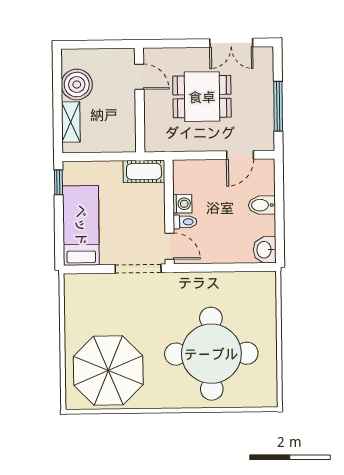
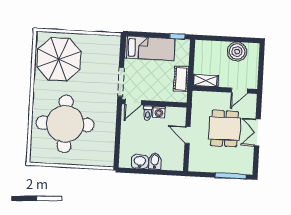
double door: (231, 43) -> (257, 132), moved
window: (278, 106) -> (231, 176), moved
shelving: (71, 122) -> (206, 81), moved
door: (240, 155) -> (188, 135), moved
cot: (144, 171) -> (181, 79), moved
washbasin: (265, 250) -> (140, 162), moved

